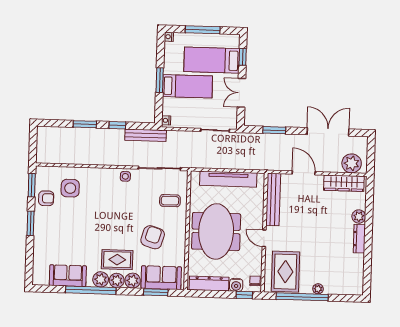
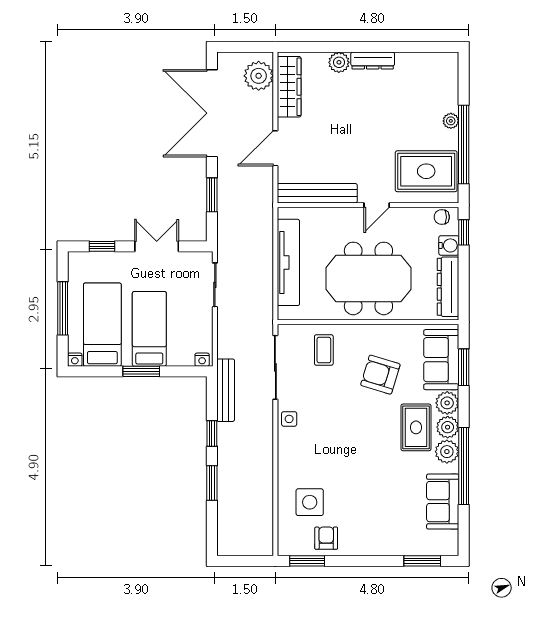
bed: (212, 60) -> (102, 325), moved, turned 180
double door: (241, 93) -> (157, 246), swing flipped
double door: (328, 132) -> (212, 113), width x1.36
window: (30, 223) -> (422, 561), moved

